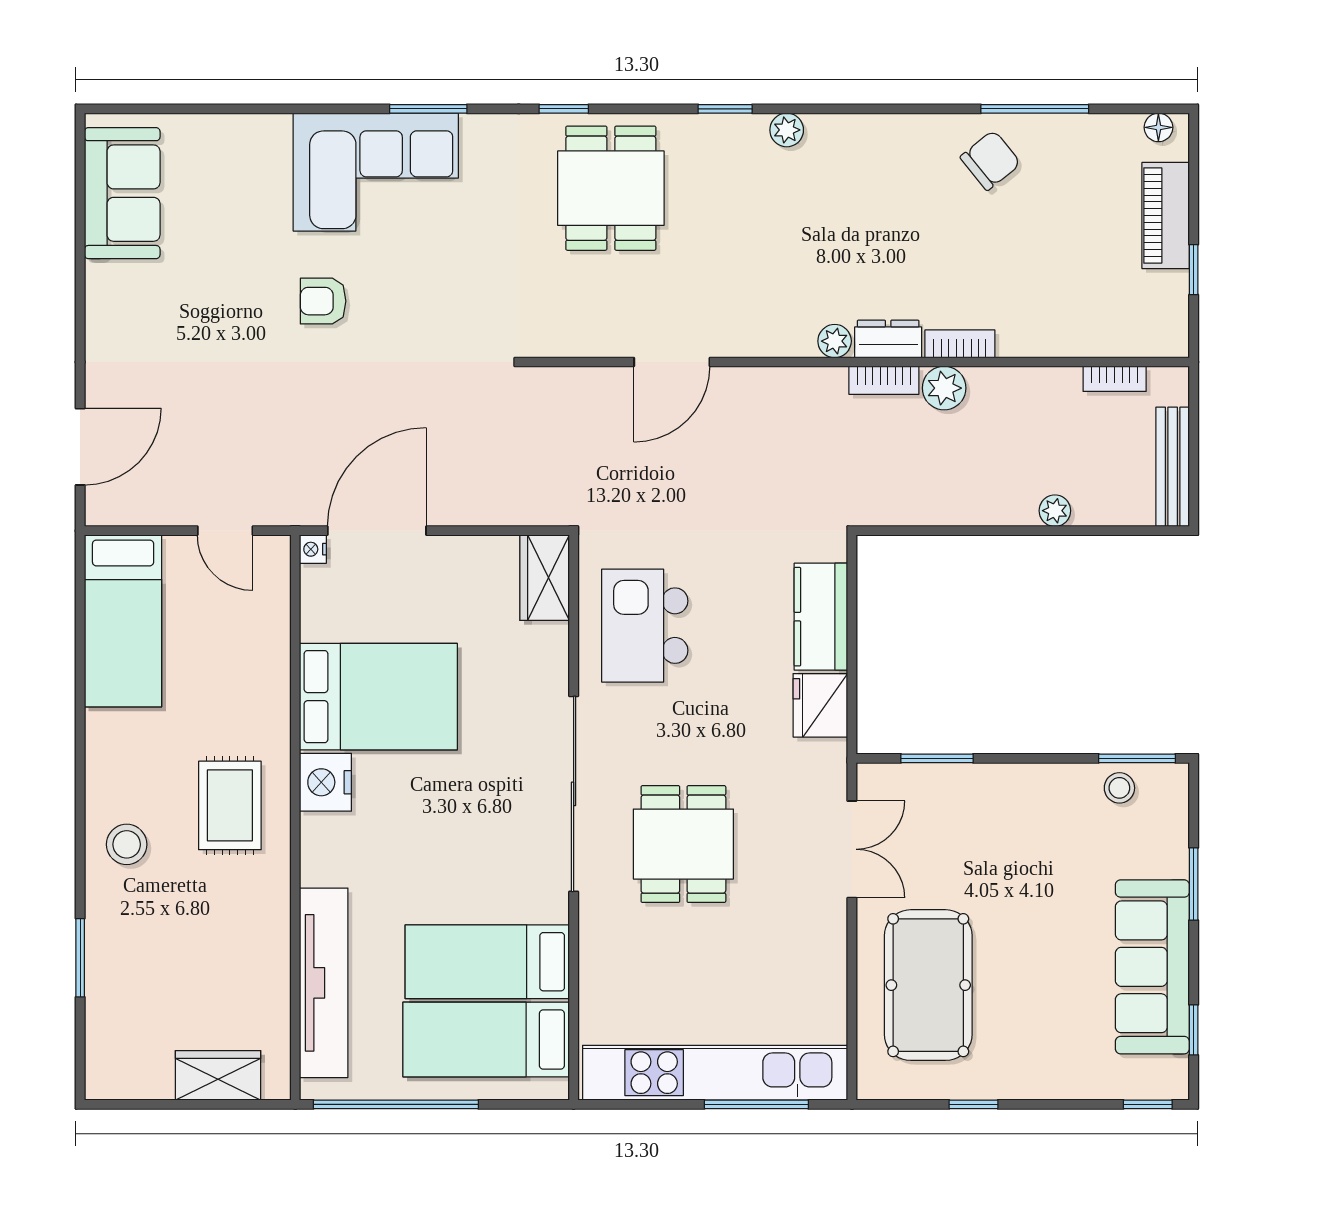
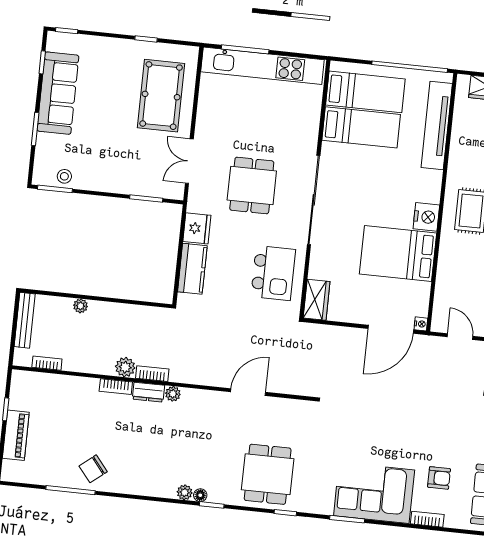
bookcase: (254, 127) -> (427, 519), added
floor lamp: (1158, 127) -> (200, 495), moved
armchair: (323, 301) -> (439, 478), moved
dining table: (683, 844) -> (252, 186), moved

